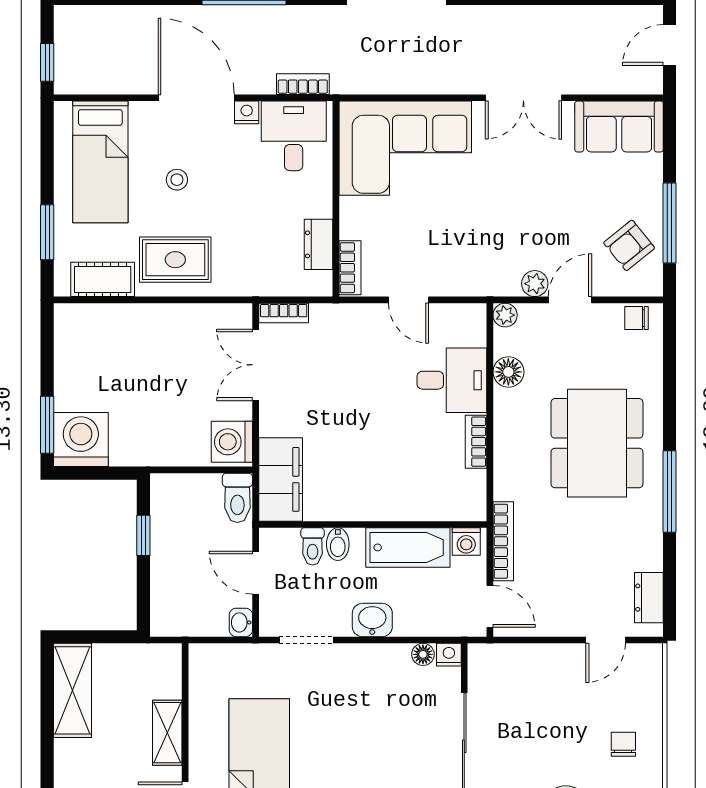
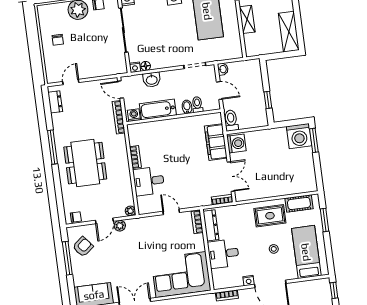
desk: (294, 136) -> (223, 254), moved, turned 90
dresser: (319, 244) -> (211, 225), width x1.44
floor lamp: (508, 372) -> (126, 188), removed
filing cabinet: (281, 479) -> (216, 142), moved
washbasin: (372, 620) -> (152, 80), moved

